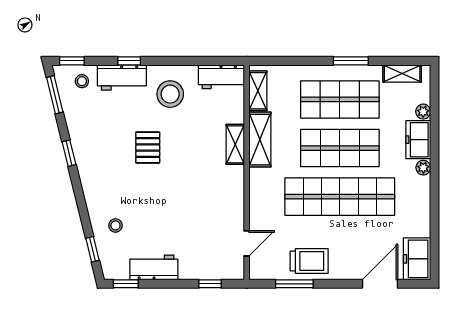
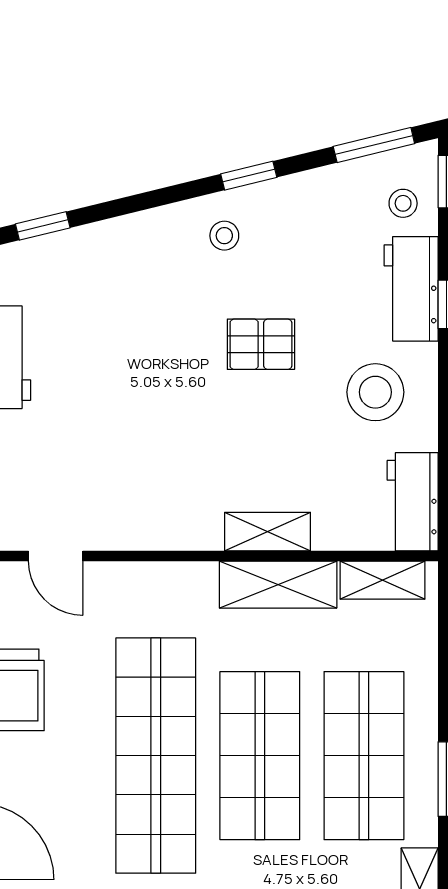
stool: (115, 225) -> (224, 236), moved

